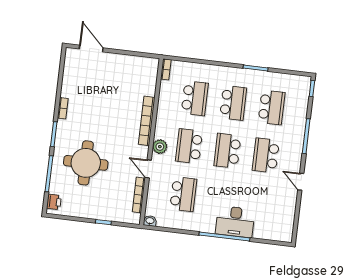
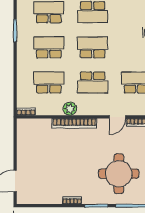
plant: (160, 147) -> (70, 109), moved
school desk: (227, 151) -> (93, 47), turned 180

